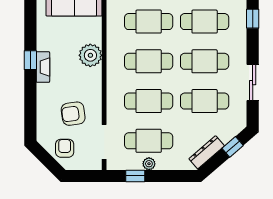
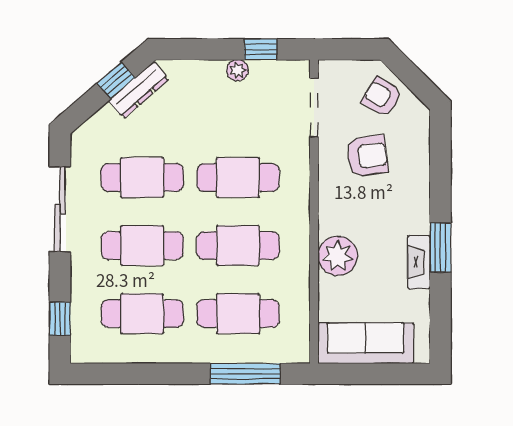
window: (30, 60) -> (440, 247), width x1.50
fireplace: (43, 67) -> (419, 262), moved
sliding door: (253, 83) -> (60, 209), width x1.37
cafe table: (149, 141) -> (238, 109), removed
window: (233, 147) -> (116, 80), moved
armchair: (65, 148) -> (382, 97), turned 121

